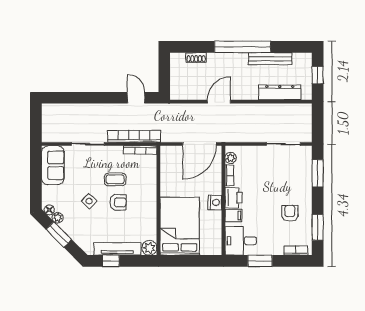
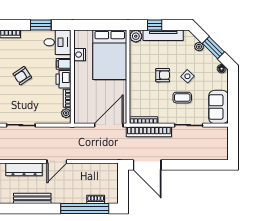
window: (243, 47) -> (85, 208), moved
door: (136, 98) -> (147, 165), width x1.88
door: (219, 102) -> (57, 161), moved
door: (199, 144) -> (109, 125), moved
coffee table: (115, 179) -> (182, 98), moved
armchair: (118, 202) -> (163, 75), turned 180
nightstand: (215, 202) -> (80, 55), moved
armchair: (290, 213) -> (22, 76), moved, turned 56
plant: (58, 218) -> (199, 47), moved
window: (111, 261) -> (155, 25), moved

